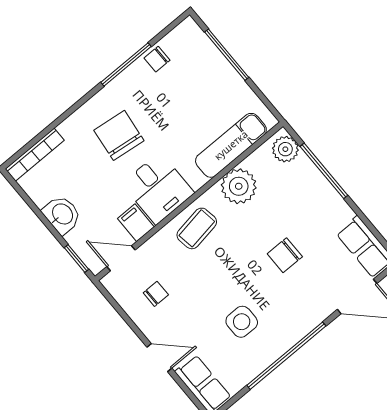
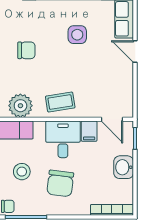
stool: (174, 112) -> (22, 172), added
chair: (156, 294) -> (109, 86), removed

